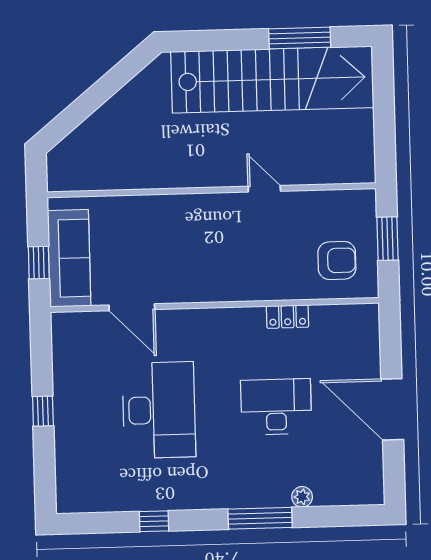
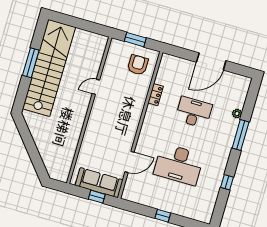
window: (300, 38) -> (31, 63), moved
desk: (276, 407) -> (194, 112), turned 90
desk: (159, 410) -> (179, 164), turned 180

